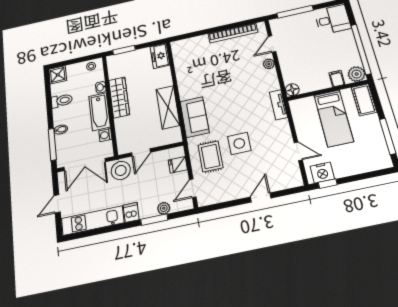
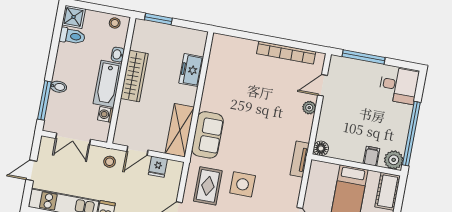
freezer: (160, 56) -> (191, 70), moved
toilet: (62, 101) -> (72, 36), moved
shelving: (168, 107) -> (180, 130), moved
double door: (85, 165) -> (73, 139), width x0.73
fridge: (178, 165) -> (158, 167), moved, turned -90
stool: (121, 170) -> (110, 162), width x0.53, depth x0.53

